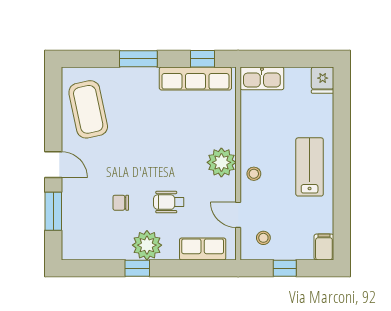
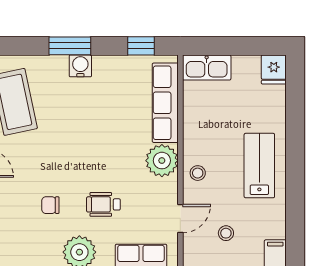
water cooler: (148, 77) -> (80, 66), added
row of seats: (195, 79) -> (165, 103), moved, turned 90
door: (238, 215) -> (180, 219), swing flipped
stool: (263, 238) -> (226, 233), moved

